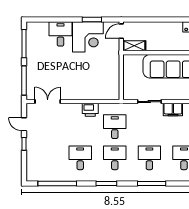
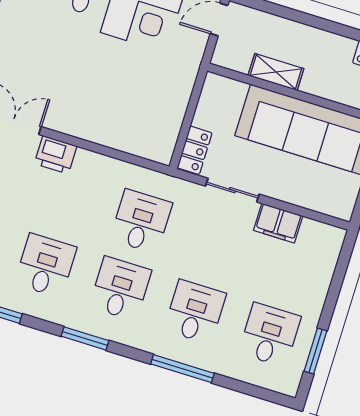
shelving: (134, 46) -> (276, 72), moved
locker: (128, 90) -> (195, 150), added
printer: (90, 110) -> (56, 155), moved

